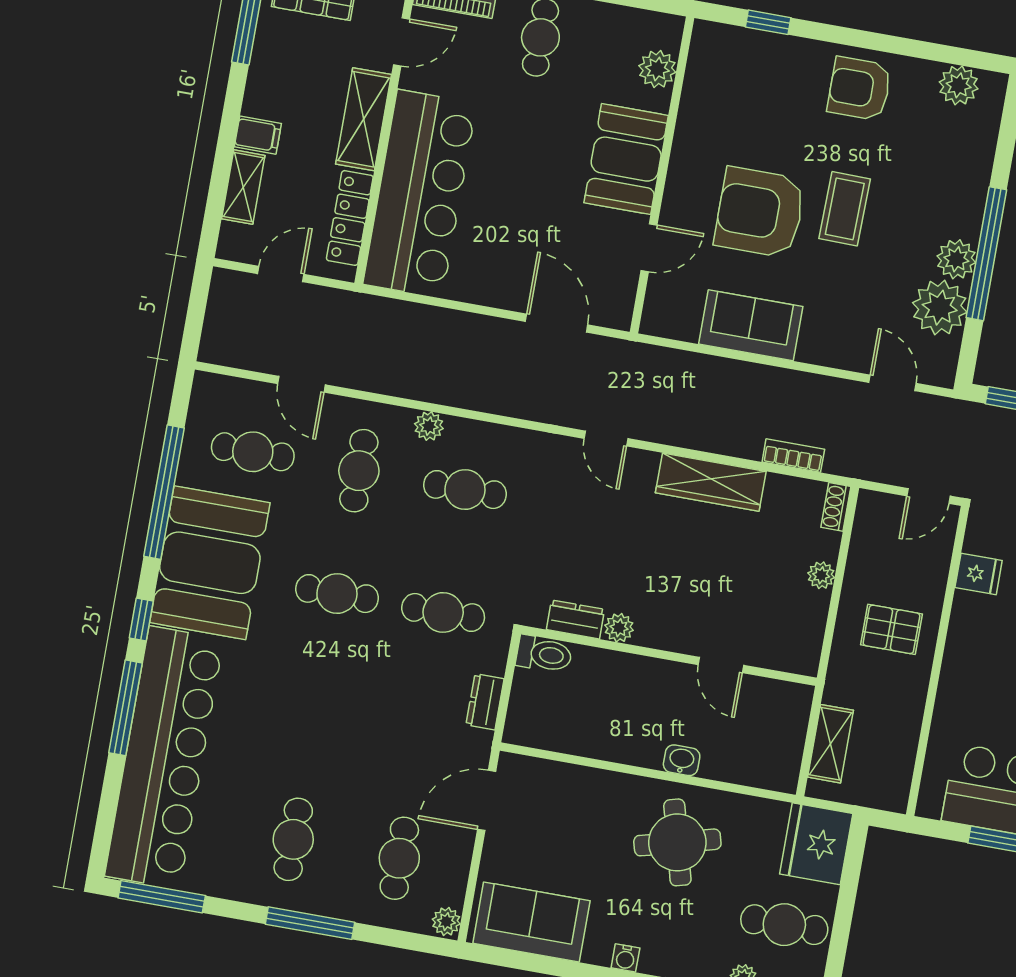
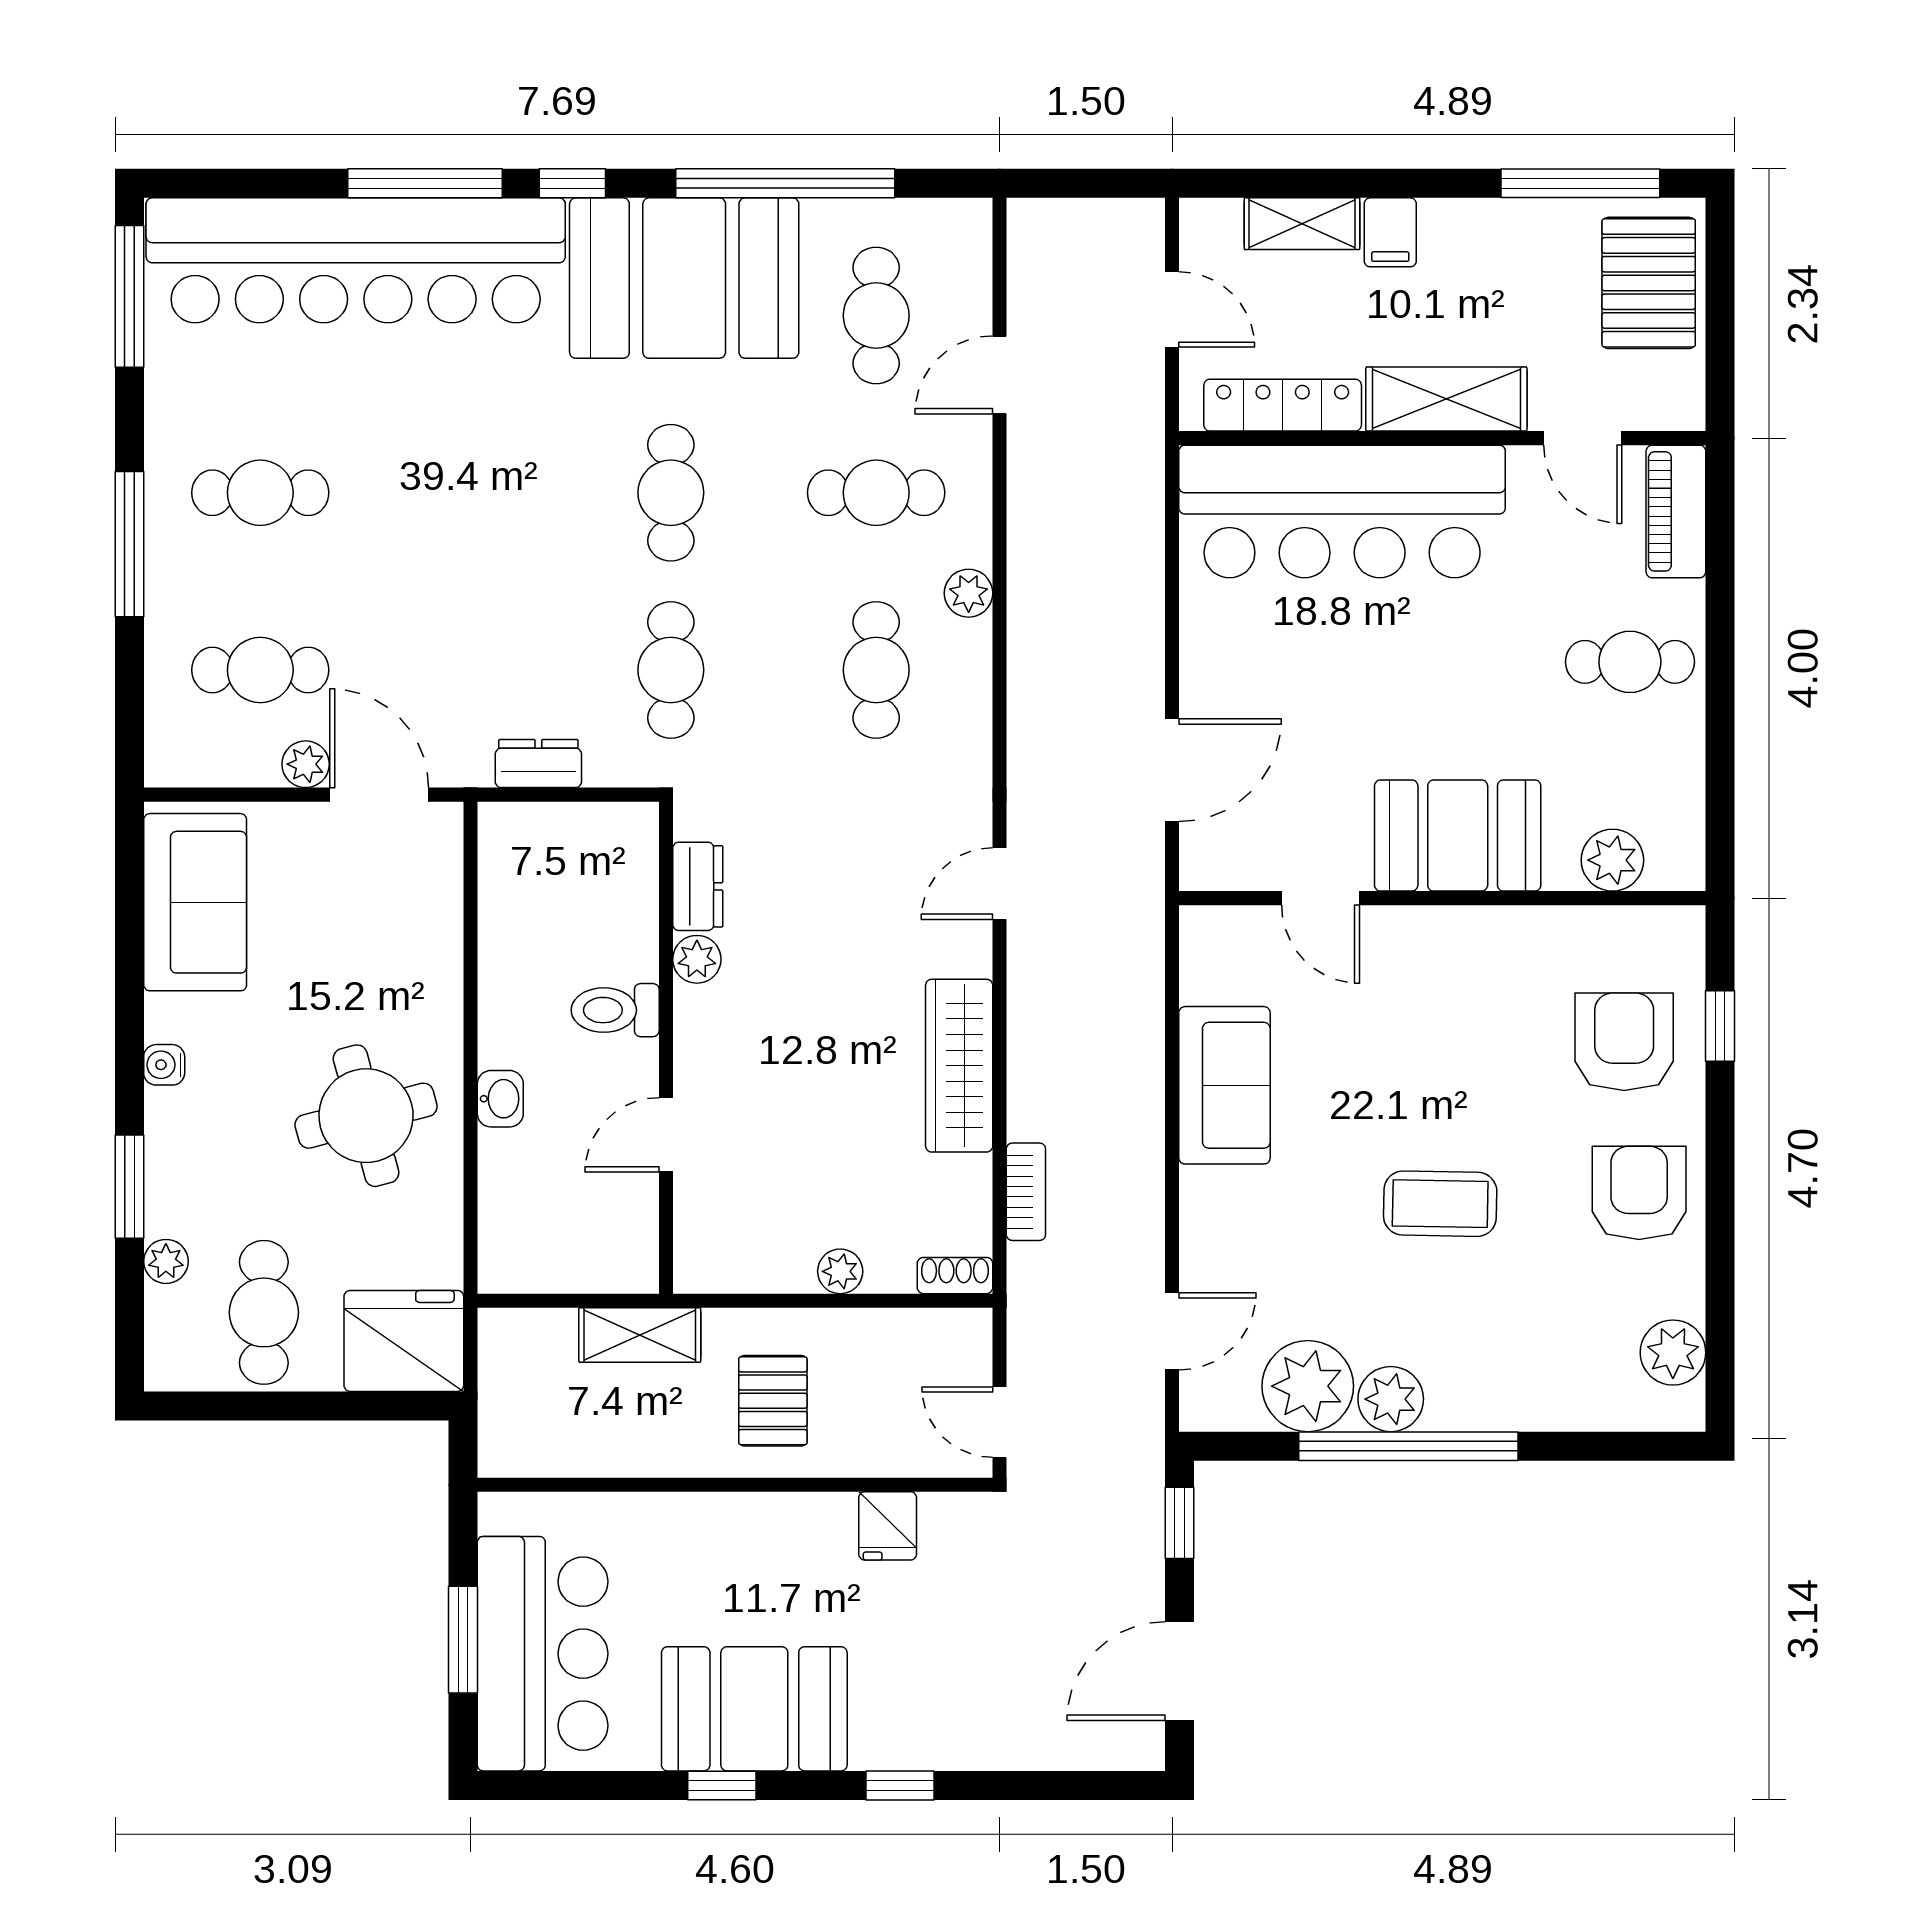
armchair: (760, 212) -> (1624, 1042), moved, width x0.73, depth x0.73
toilet: (544, 654) -> (615, 1010), moved, turned 90
shelving: (830, 744) -> (640, 1335), moved
plant: (446, 922) -> (306, 764), moved

